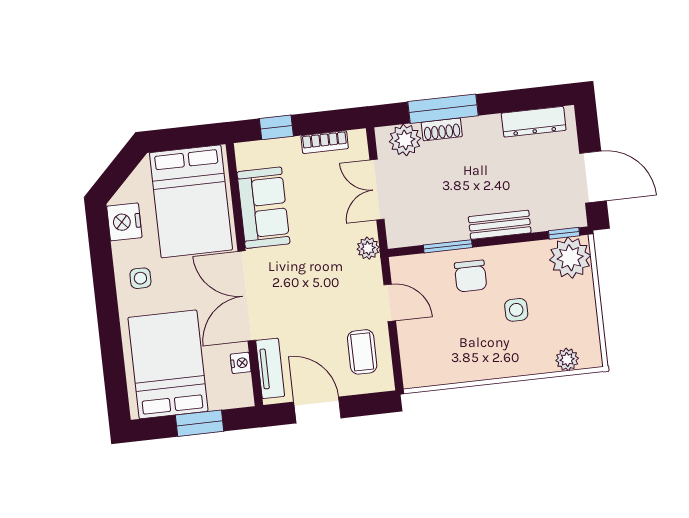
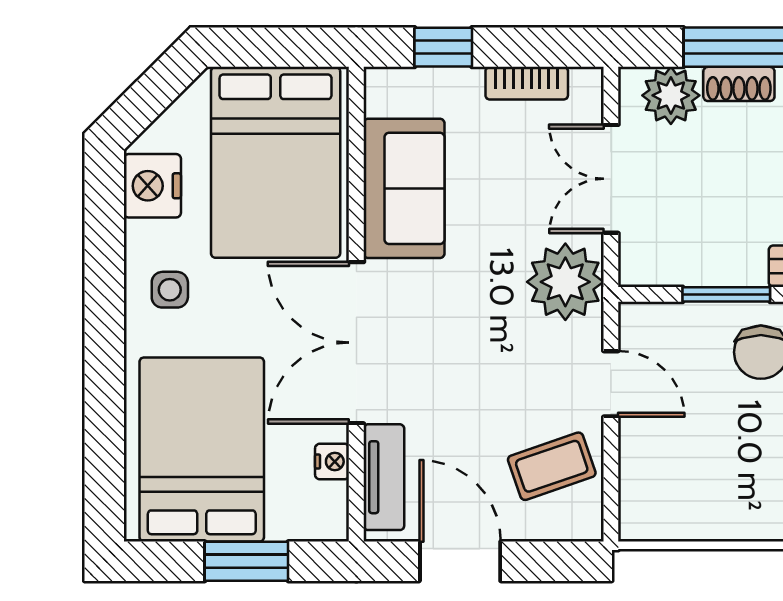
plant: (368, 248) -> (565, 282), width x1.88, depth x1.88
coffee table: (362, 352) -> (552, 466), turned 71

